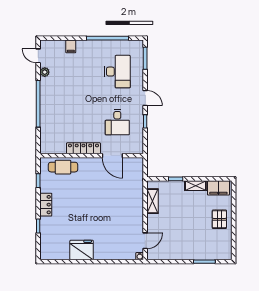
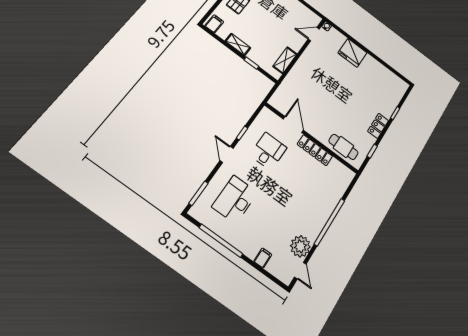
plant: (45, 72) -> (300, 246), width x1.88, depth x1.88
filing cabinet: (218, 188) -> (214, 24), width x0.50
fridge: (82, 250) -> (352, 53), moved

